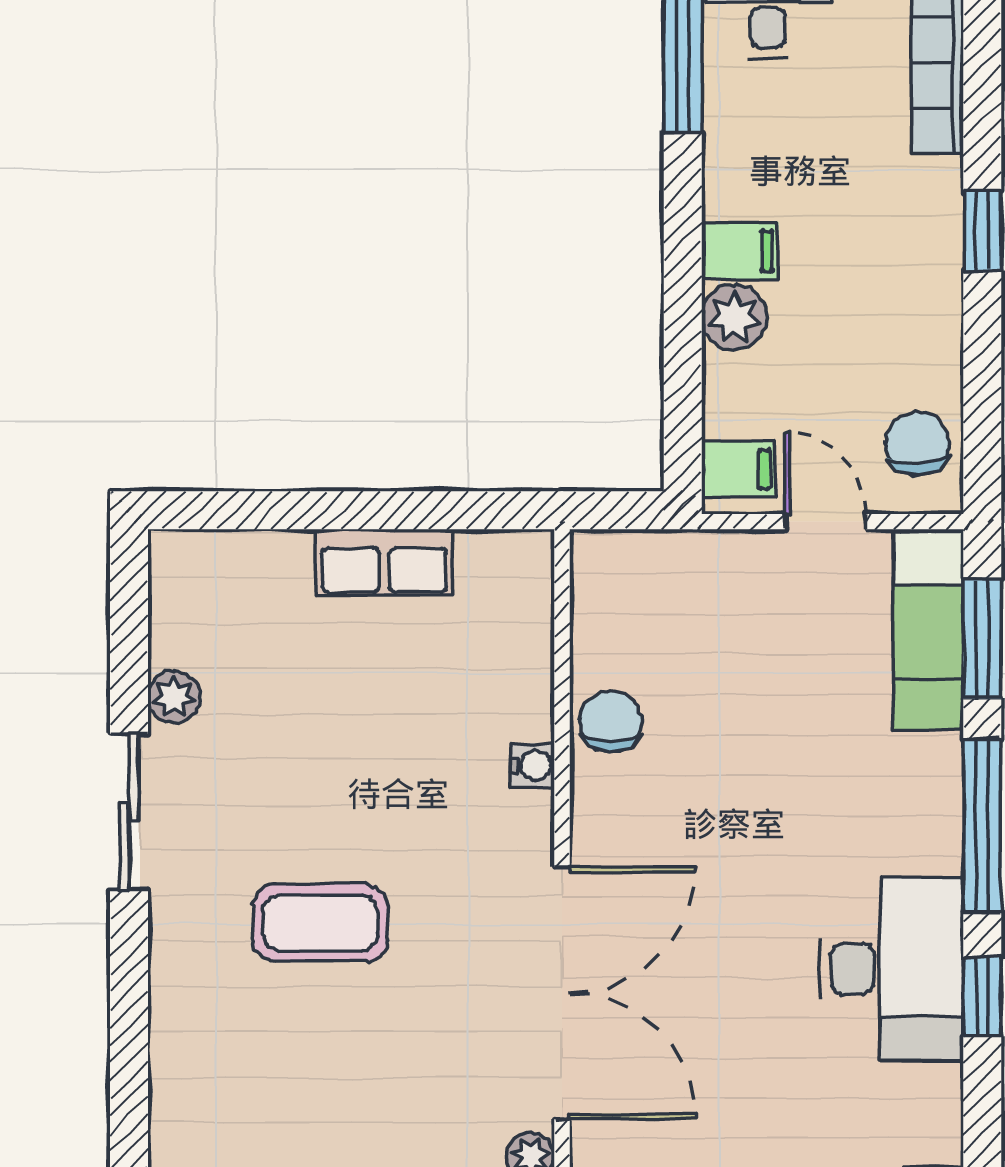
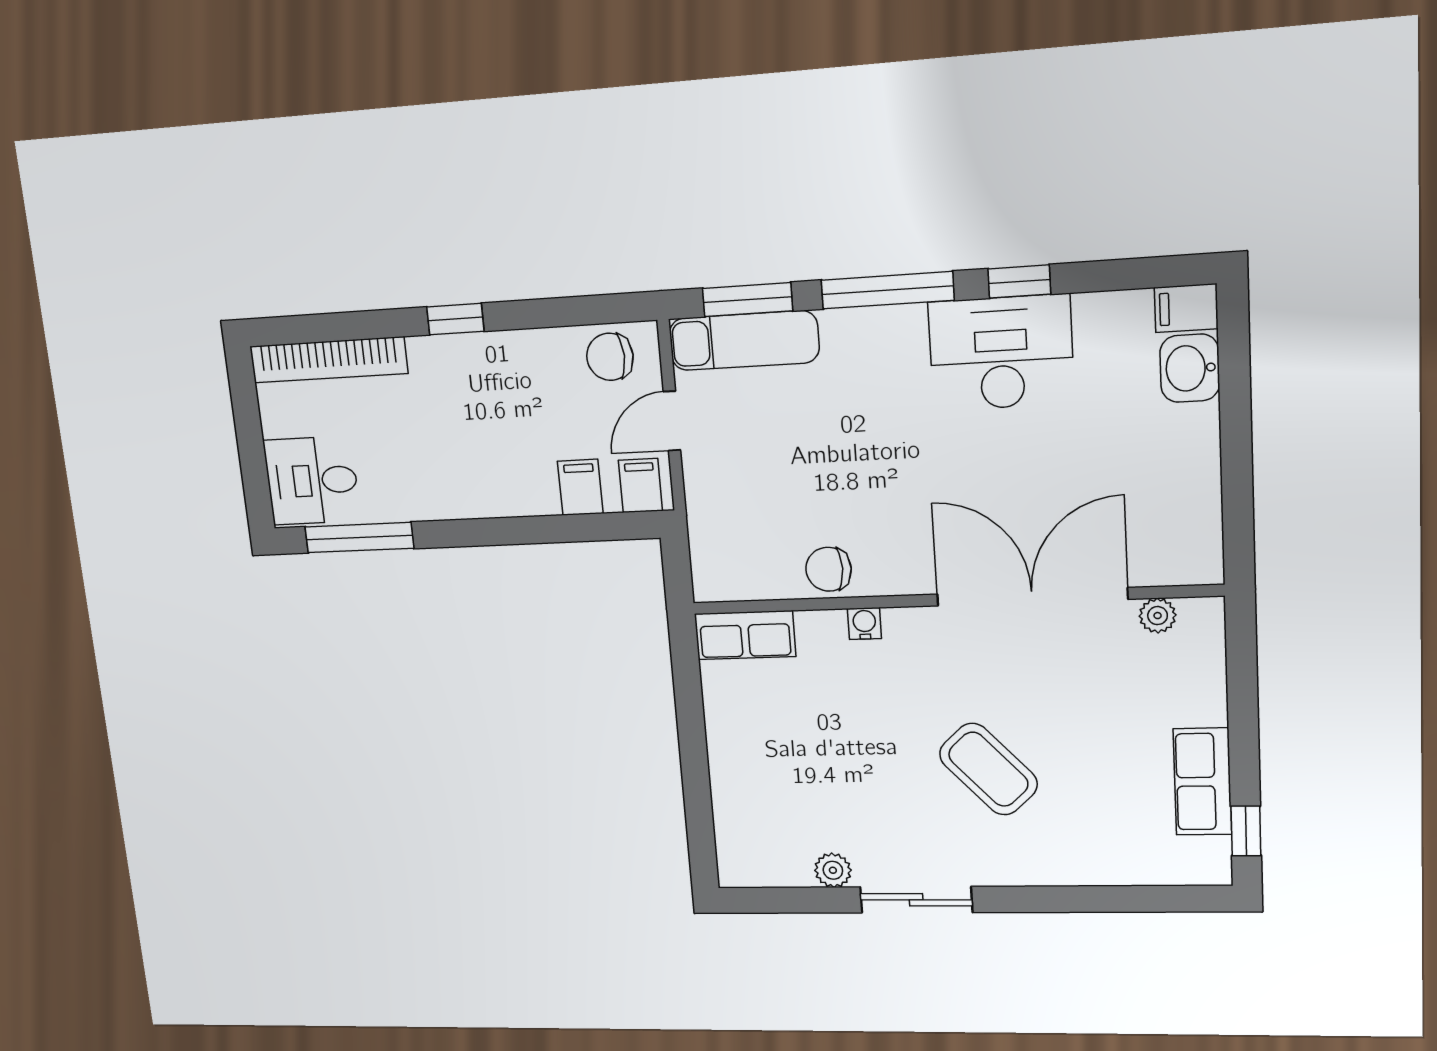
filing cabinet: (740, 251) -> (580, 487), moved
plant: (734, 317) -> (534, 493), removed
row of seats: (384, 562) -> (745, 635), moved, turned 90
coffee table: (320, 923) -> (988, 769), turned -43

